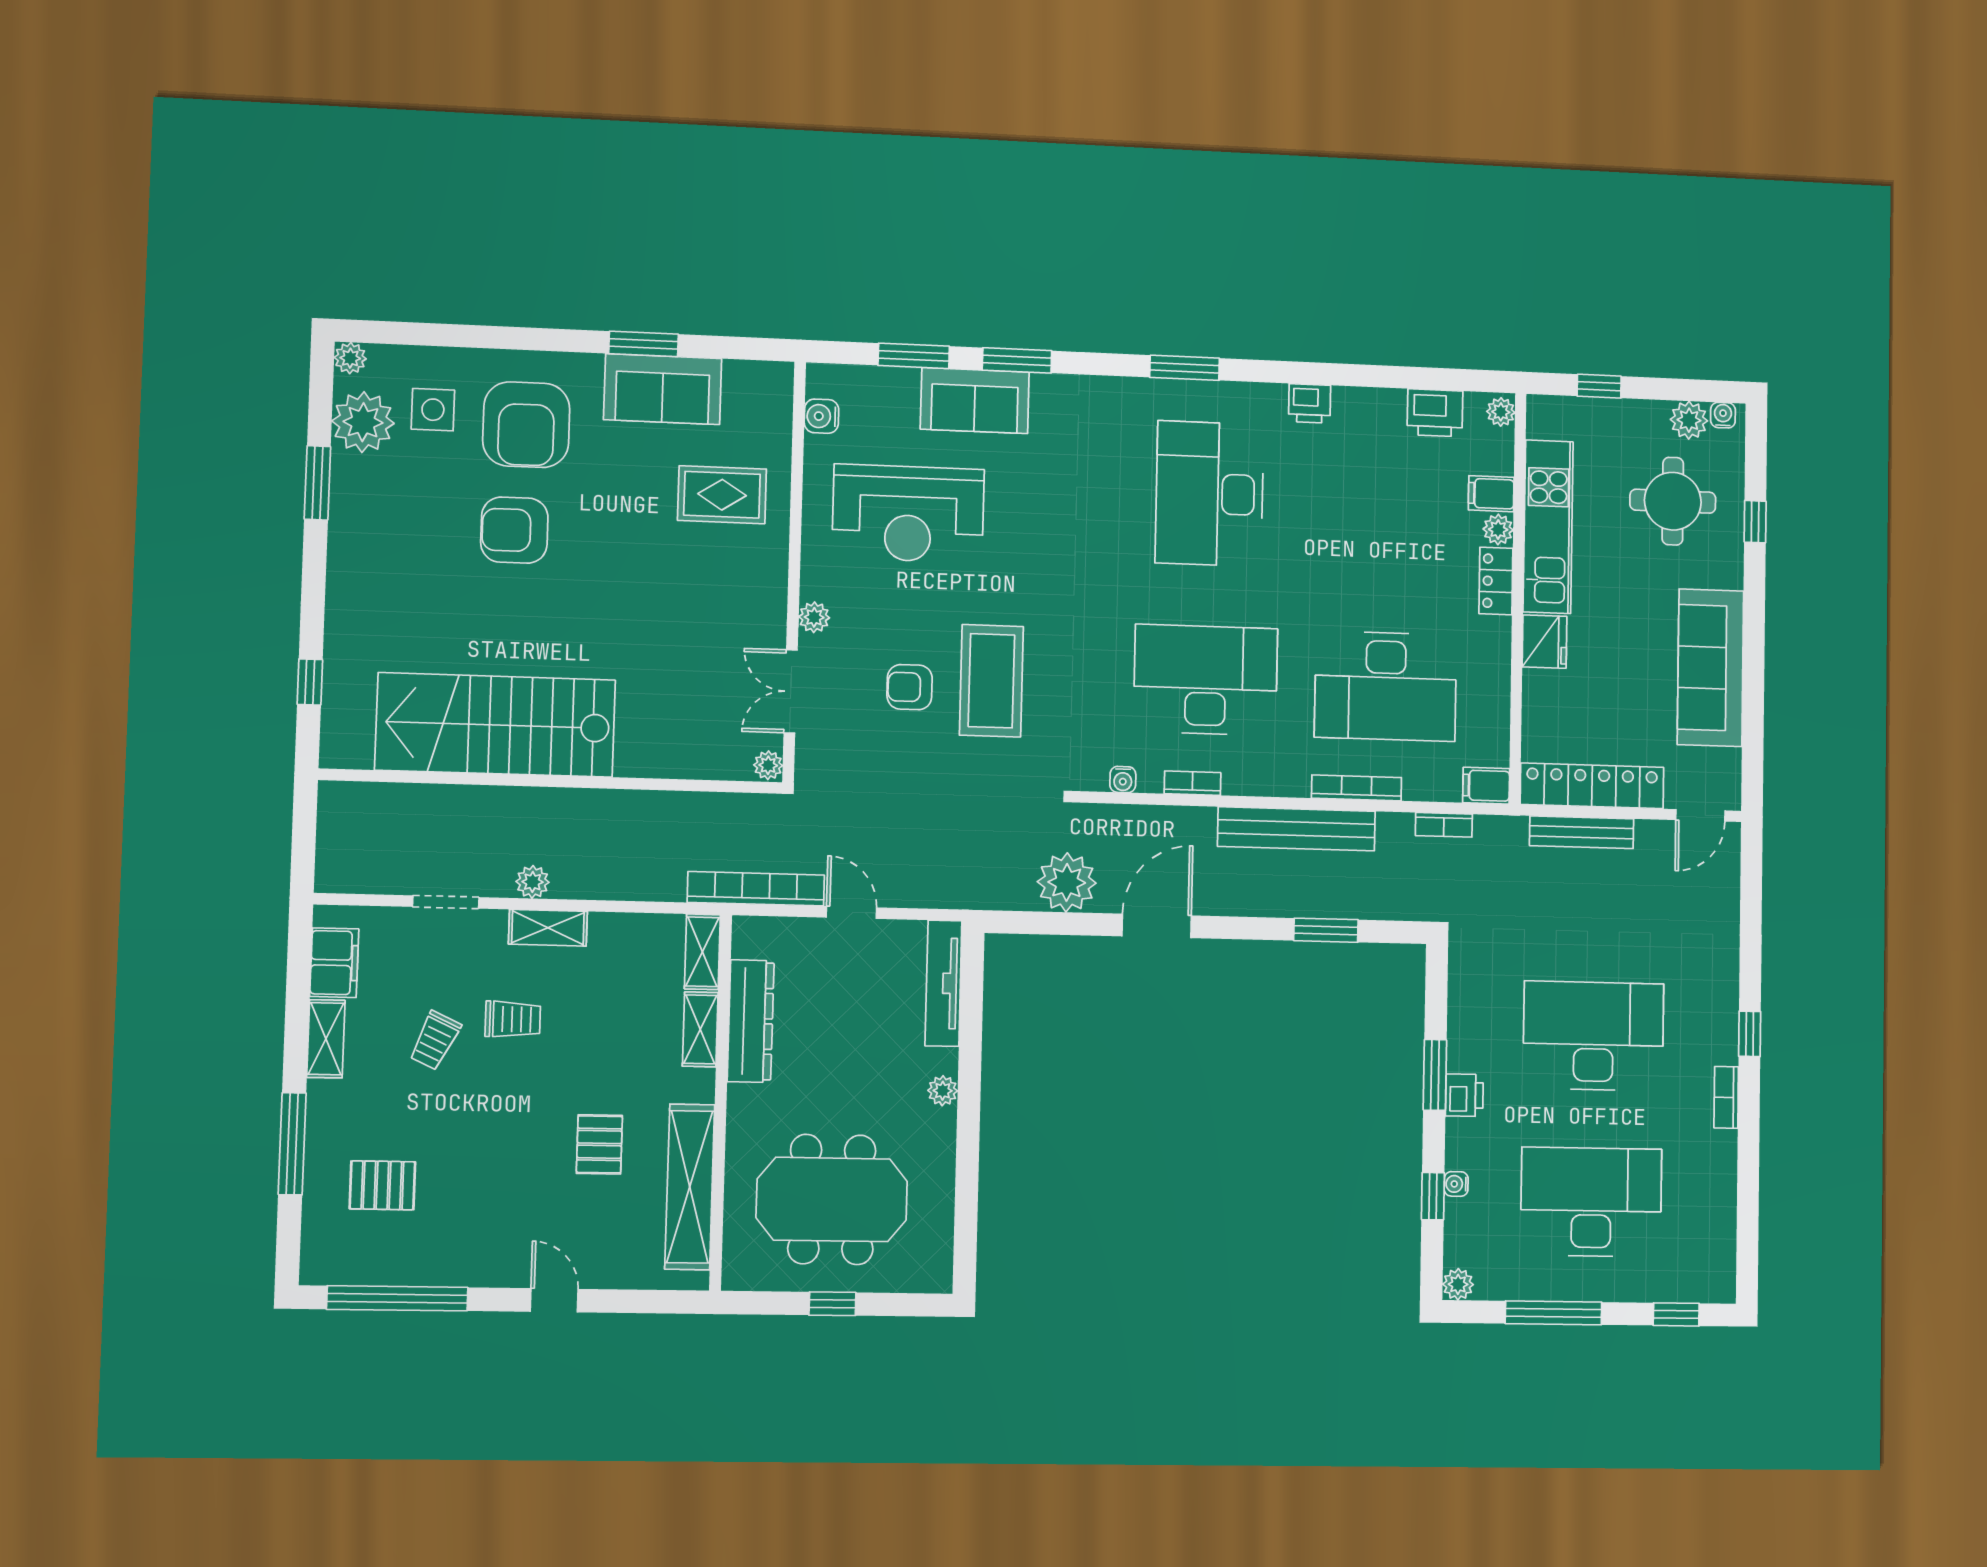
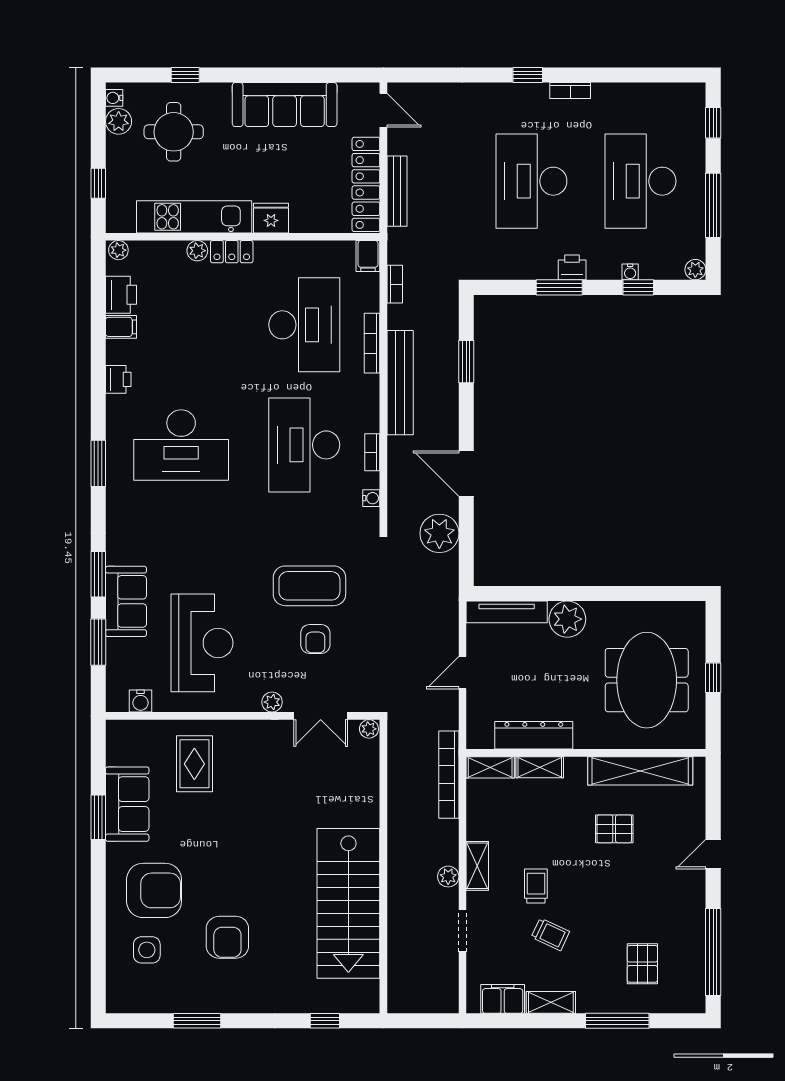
plant: (350, 358) -> (116, 1003), removed
plant: (363, 422) -> (157, 994), removed
filing cabinet: (1491, 494) -> (121, 327), moved, turned -90
armchair: (514, 530) -> (227, 937), moved
bookcase: (756, 889) -> (449, 775), moved
plant: (943, 1091) -> (567, 619), width x1.88, depth x1.88

